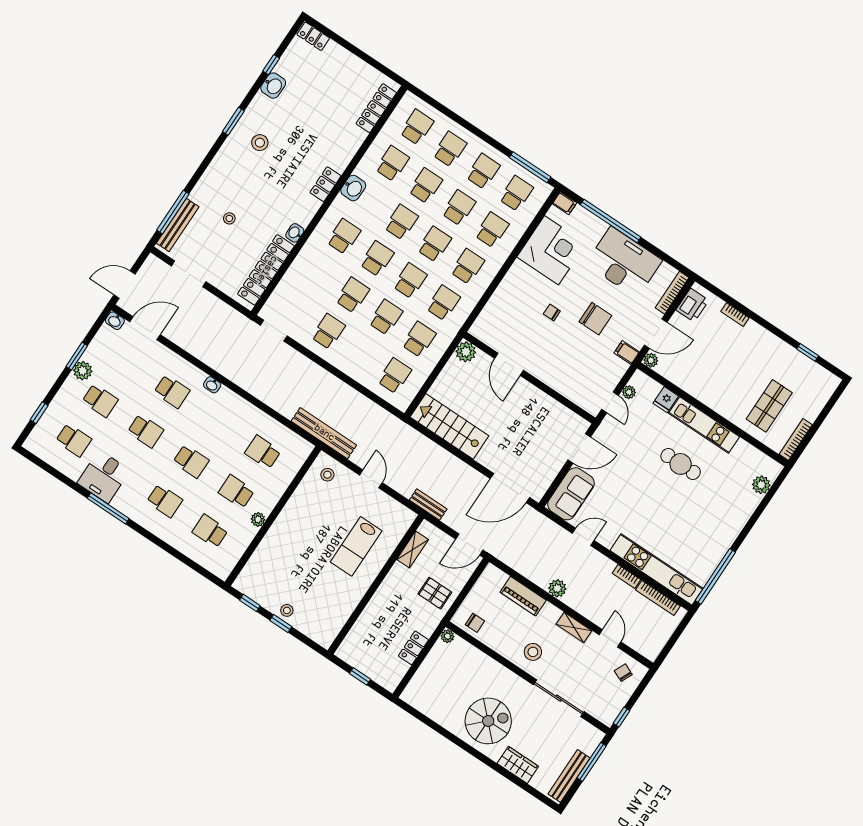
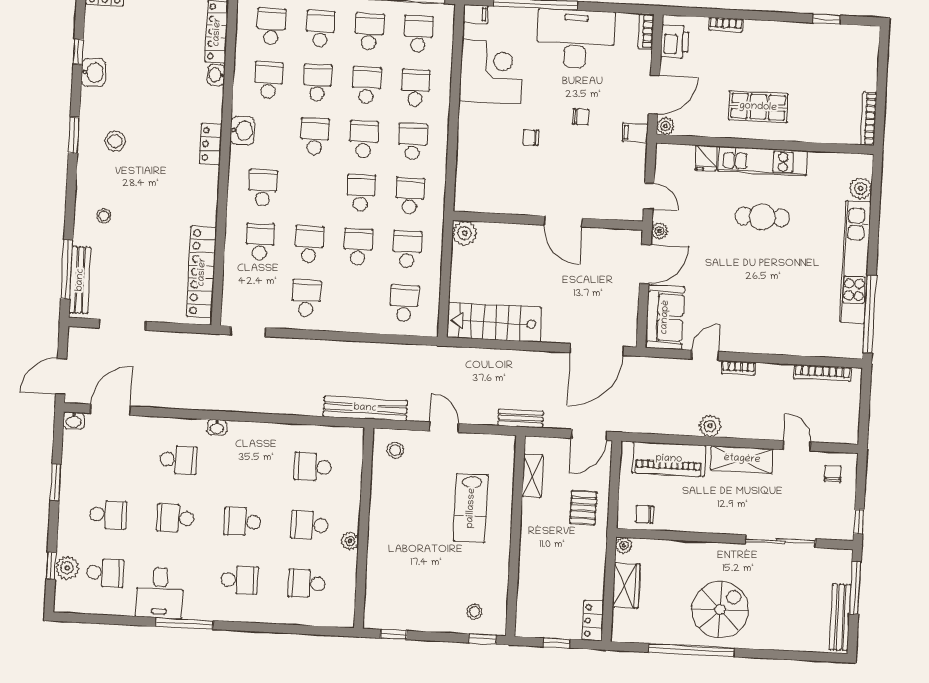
stool: (229, 218) -> (104, 216), moved
washbasin: (295, 233) -> (216, 75), moved
school desk: (377, 259) -> (260, 242), moved
bookcase: (672, 293) -> (646, 31), width x0.64
chair: (595, 319) -> (581, 117), width x0.54, depth x0.54
door: (509, 364) -> (563, 221), moved
plant: (83, 371) -> (67, 568), moved
plant: (629, 392) -> (659, 231), moved
shop shelf: (769, 406) -> (758, 107), moved, turned 90
school desk: (145, 431) -> (175, 518), turned 180
school desk: (191, 461) -> (242, 522), turned 180
kitchen unit: (657, 569) -> (855, 262), moved, turned -90
bookcase: (626, 576) -> (738, 368), moved
pallet: (435, 593) -> (583, 508), turned 90
piano: (523, 596) -> (669, 459), width x1.37, depth x1.33
stool: (287, 610) -> (475, 612), moved
chair: (475, 623) -> (644, 514), turned 180
window: (281, 624) -> (483, 639), moved
shelving: (574, 627) -> (742, 459), width x1.50, depth x1.33
locker: (413, 648) -> (593, 621), moved
stool: (533, 652) -> (724, 509), removed
chair: (623, 673) -> (833, 474), turned 66
window: (451, 737) -> (691, 650), added
wardrobe: (518, 765) -> (626, 586), moved, turned 90

